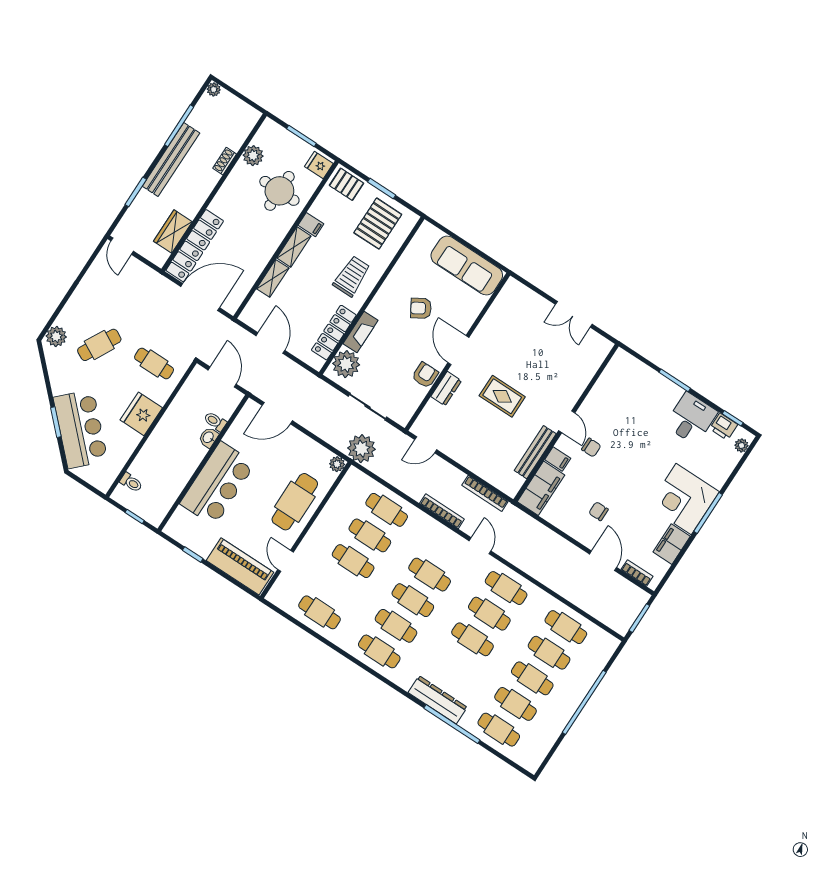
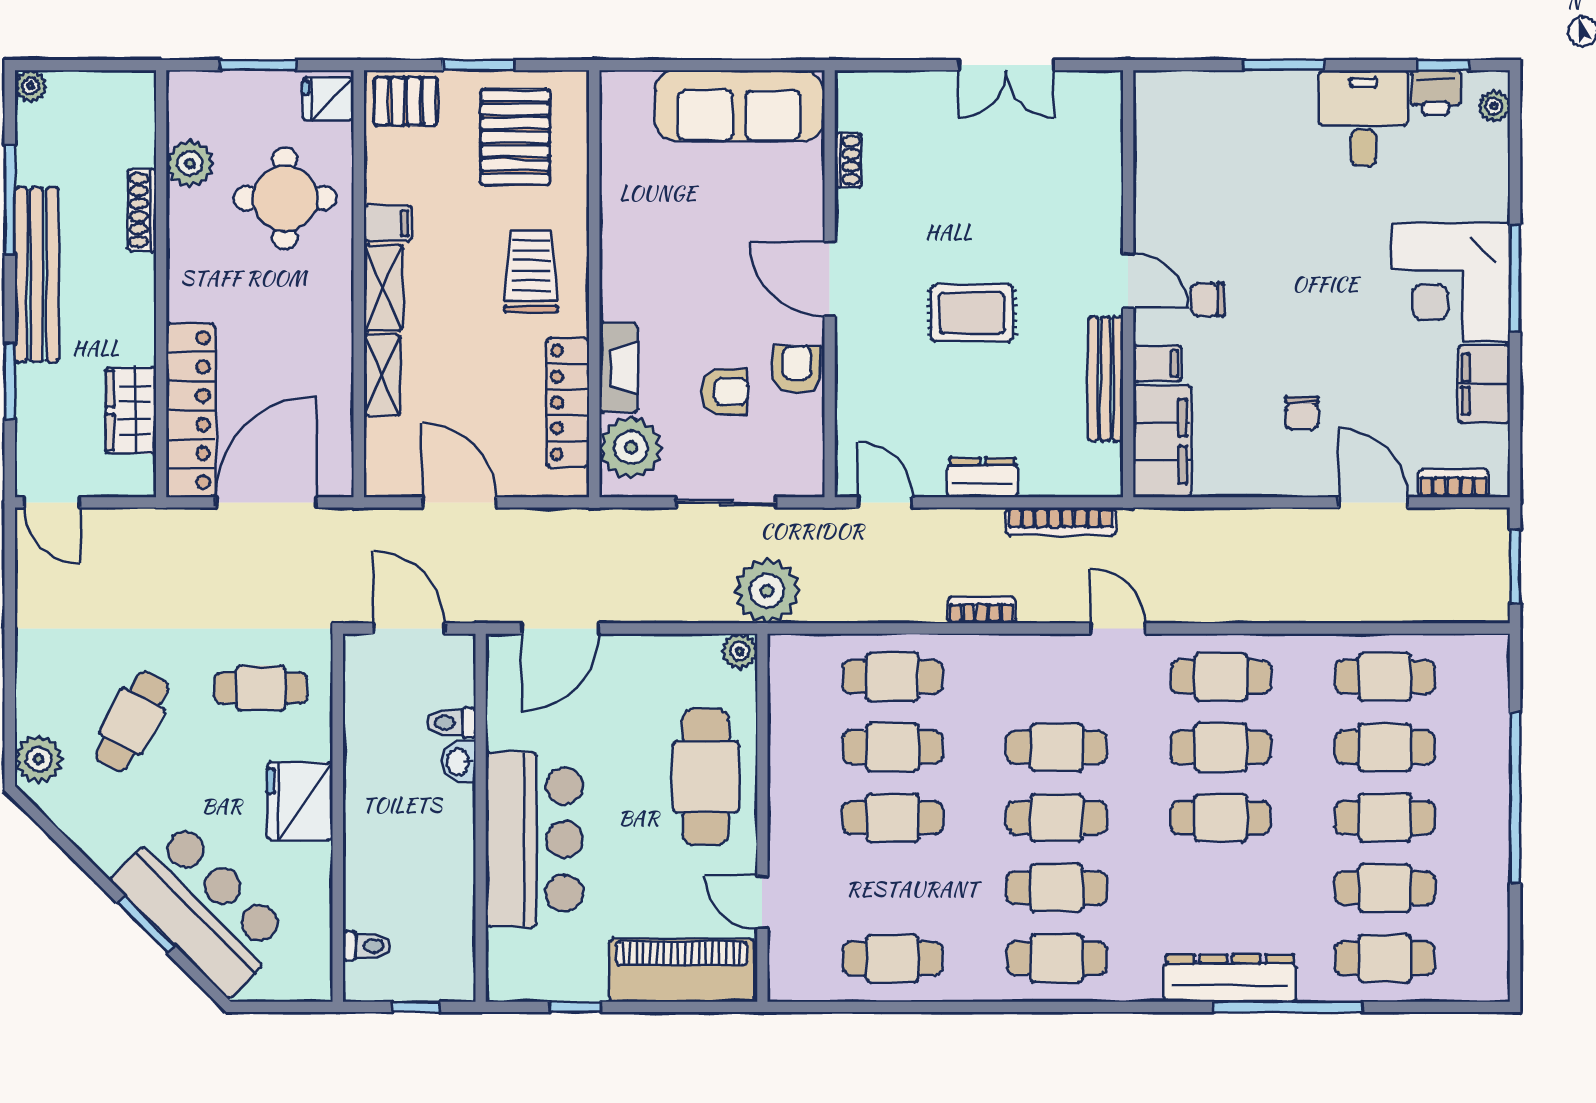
shoe rack: (225, 161) -> (142, 210), width x1.43
armchair: (421, 308) -> (725, 392), moved, turned -149
shoe rack: (494, 311) -> (848, 160), added
dresser: (446, 389) -> (983, 478), moved, turned -90
door: (426, 445) -> (886, 502), swing flipped
chair: (591, 448) -> (1208, 299), turned 180
bookcase: (442, 511) -> (982, 610), width x0.64
chair: (598, 511) -> (1302, 413), turned -90

